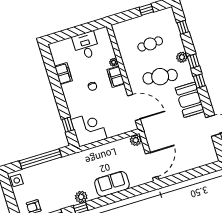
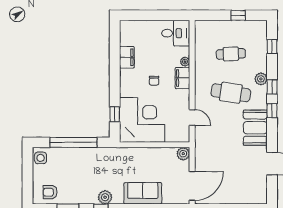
desk: (86, 45) -> (176, 33), moved, turned 90
door: (134, 107) -> (192, 118), width x0.53
corner desk: (89, 129) -> (142, 120), width x1.36, depth x1.36

